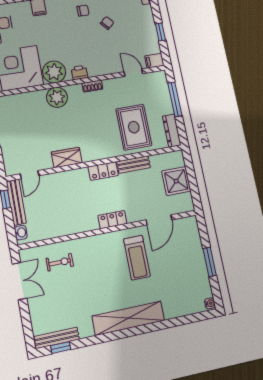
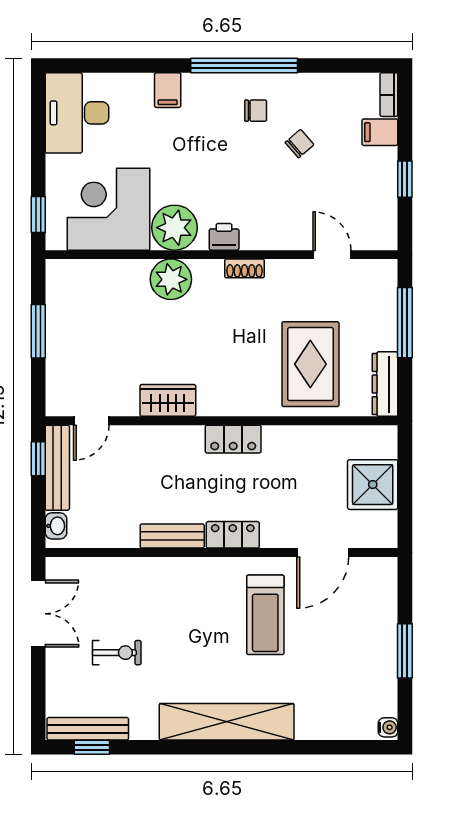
filing cabinet: (154, 61) -> (380, 132), moved
bench: (134, 165) -> (172, 536), moved
exercise bike: (60, 262) -> (117, 653), moved

